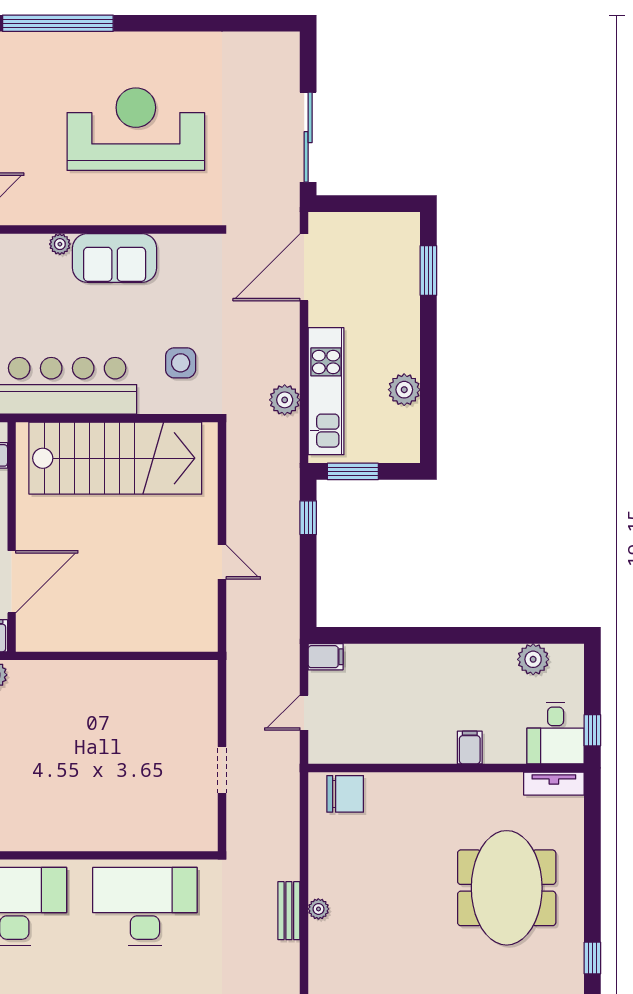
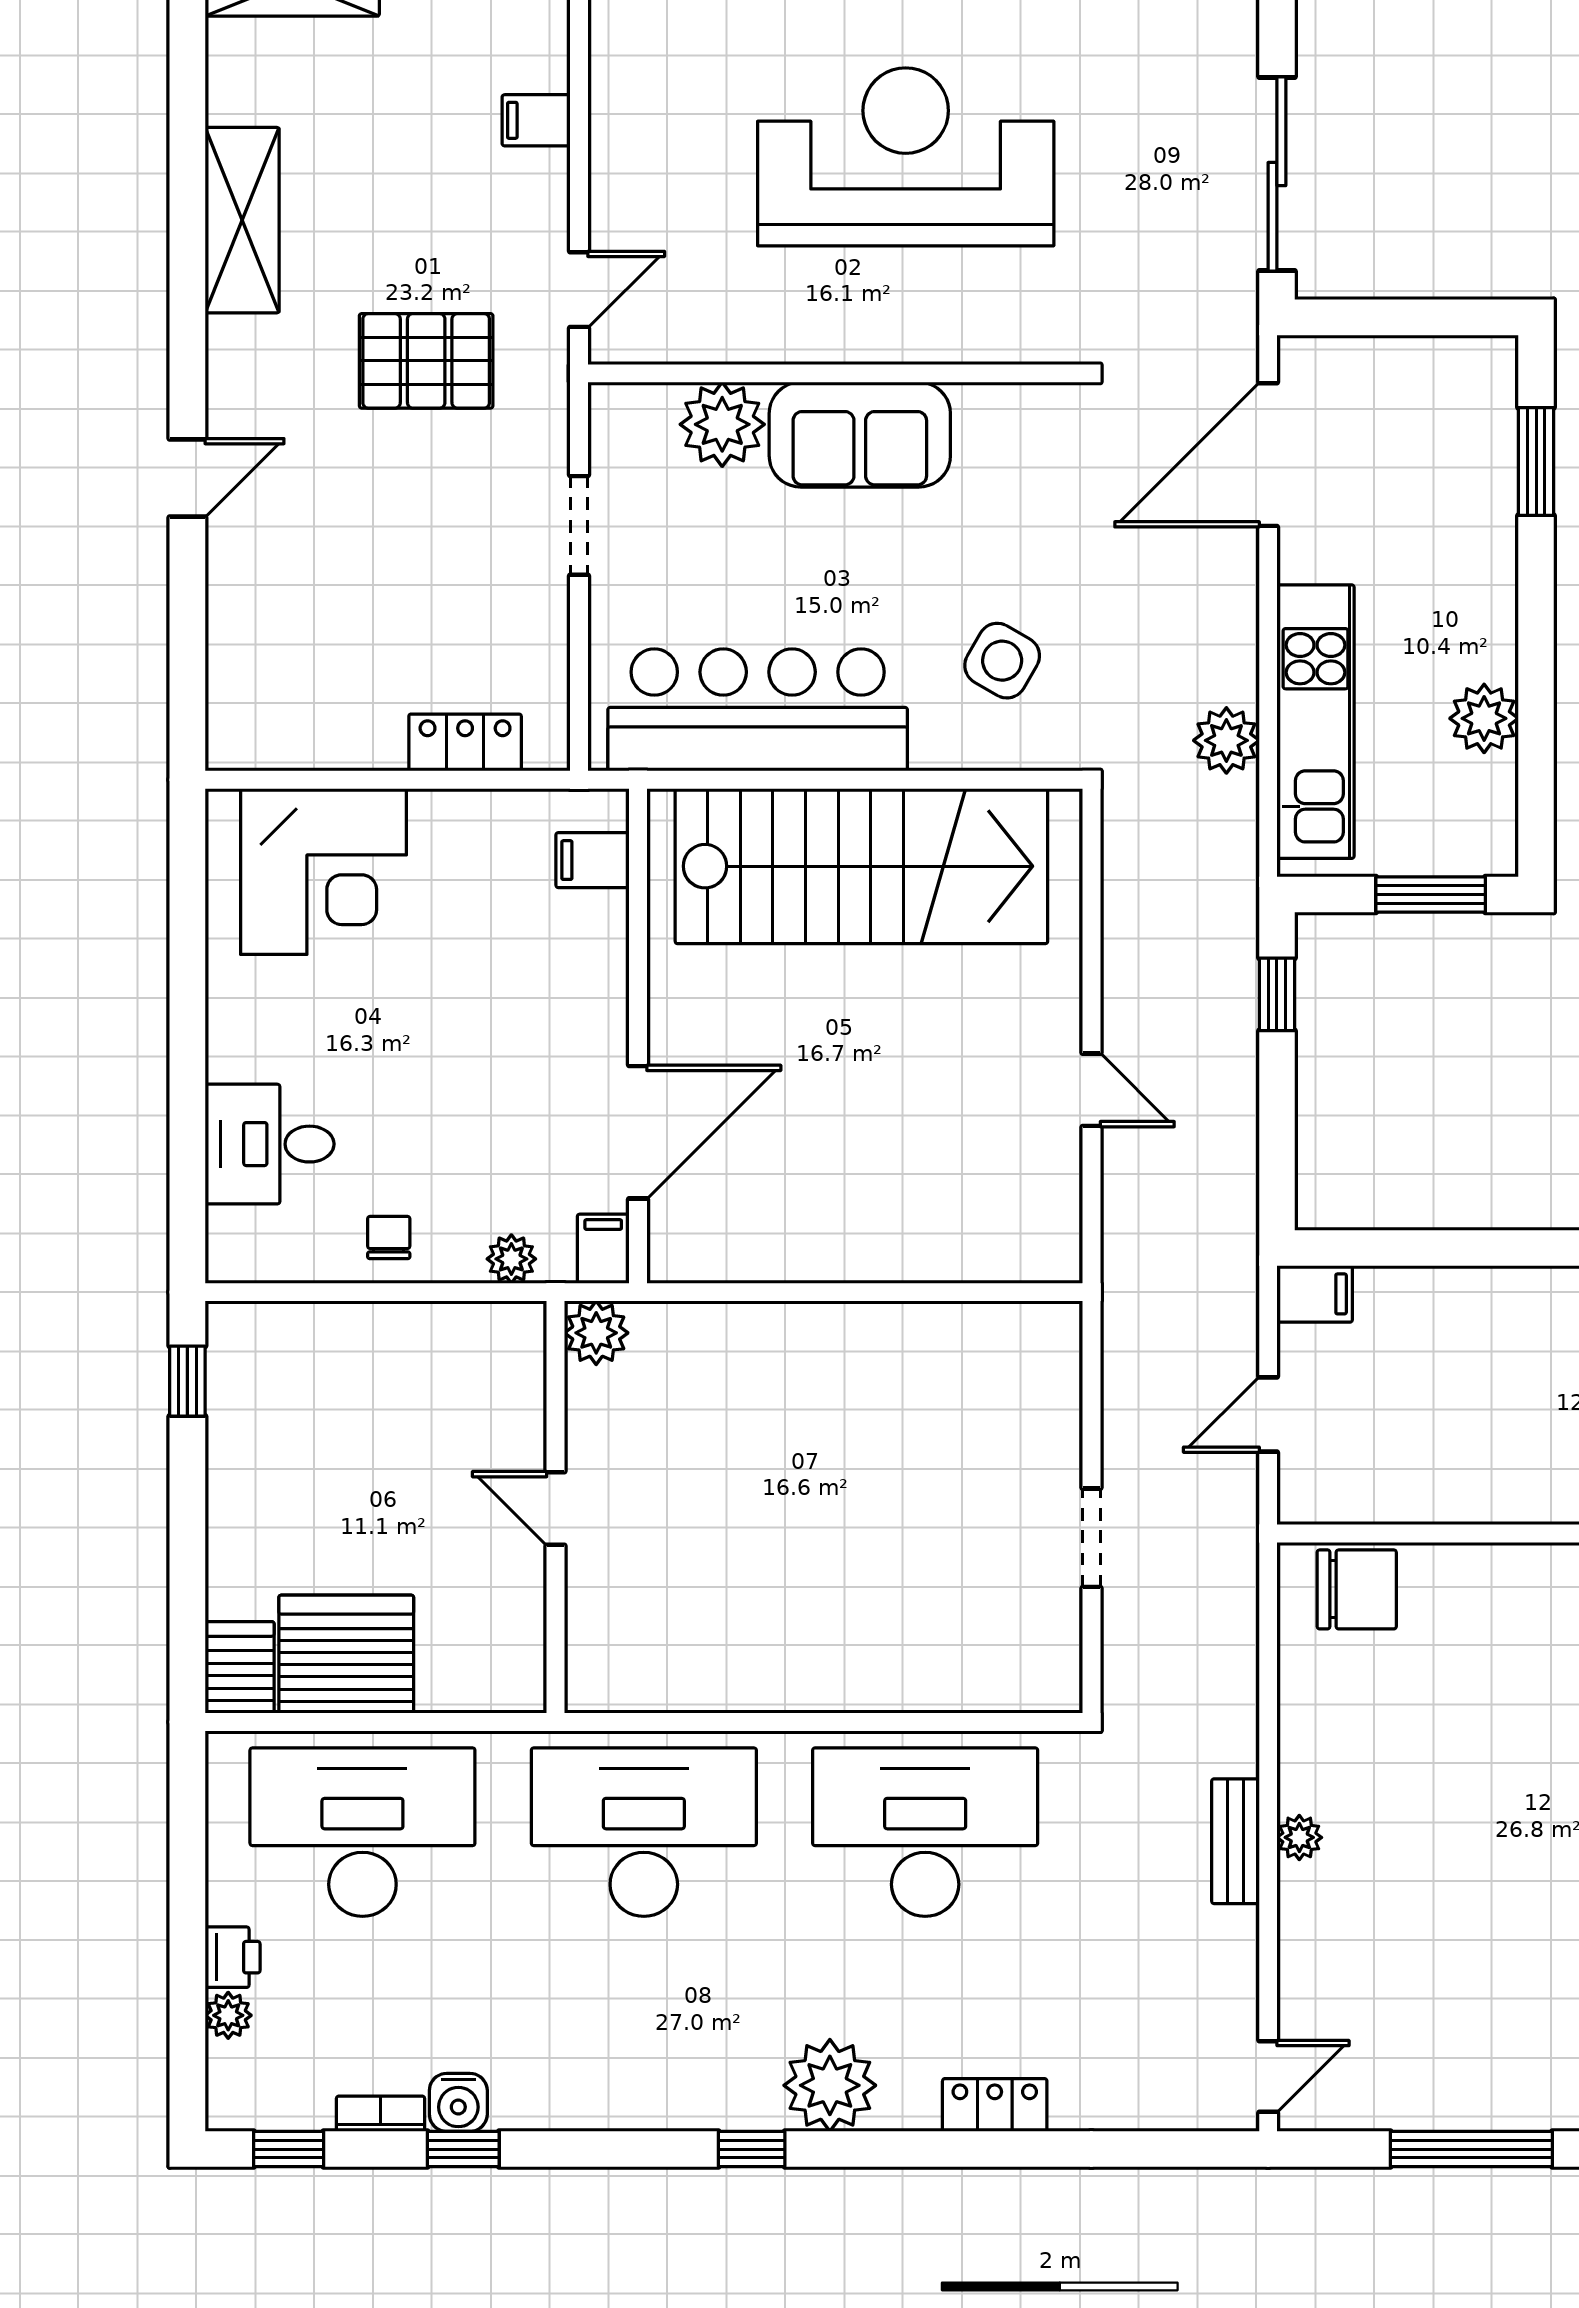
plant: (60, 244) -> (722, 424), width x1.87, depth x1.87
side table: (181, 363) -> (1002, 661), turned 30
window: (353, 471) -> (1431, 895), moved

